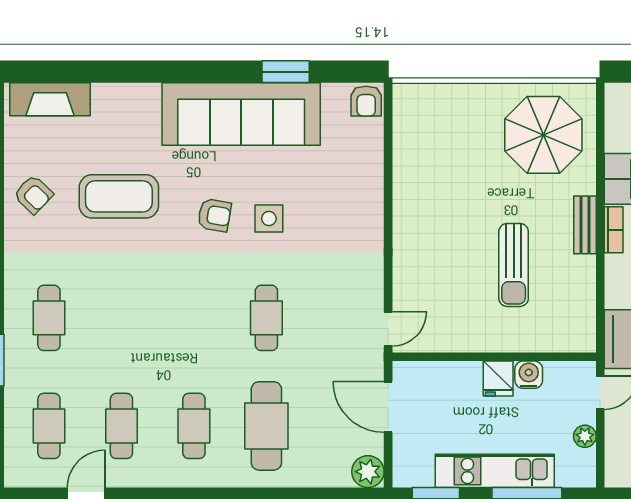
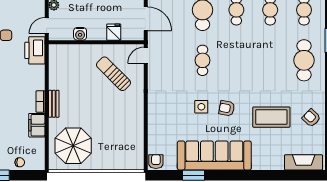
sun lounger: (514, 265) -> (113, 74), moved, turned -45
cafe table: (49, 318) -> (304, 60), width x1.37, depth x1.35
fridge: (498, 379) -> (114, 32), moved

